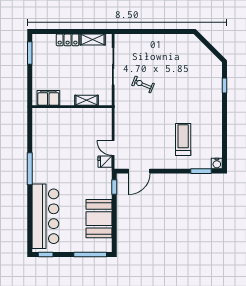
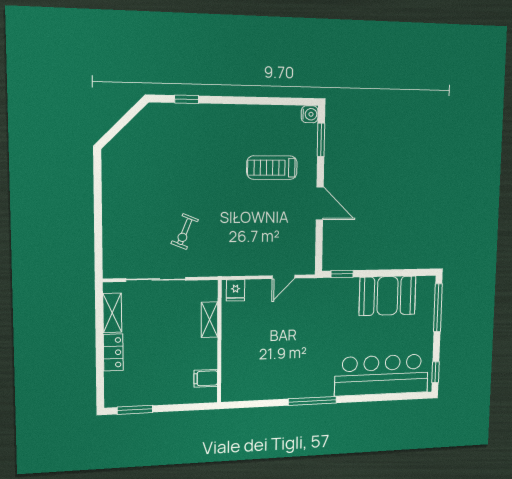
filing cabinet: (48, 98) -> (206, 378), width x0.50
fridge: (105, 162) -> (235, 290), moved
door: (139, 171) -> (320, 203), moved

